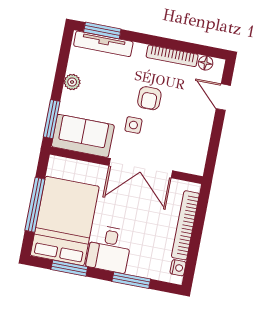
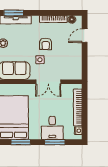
door: (223, 97) -> (85, 36), hinge flipped
double door: (141, 168) -> (48, 82), width x0.73
desk: (109, 249) -> (52, 128), moved

